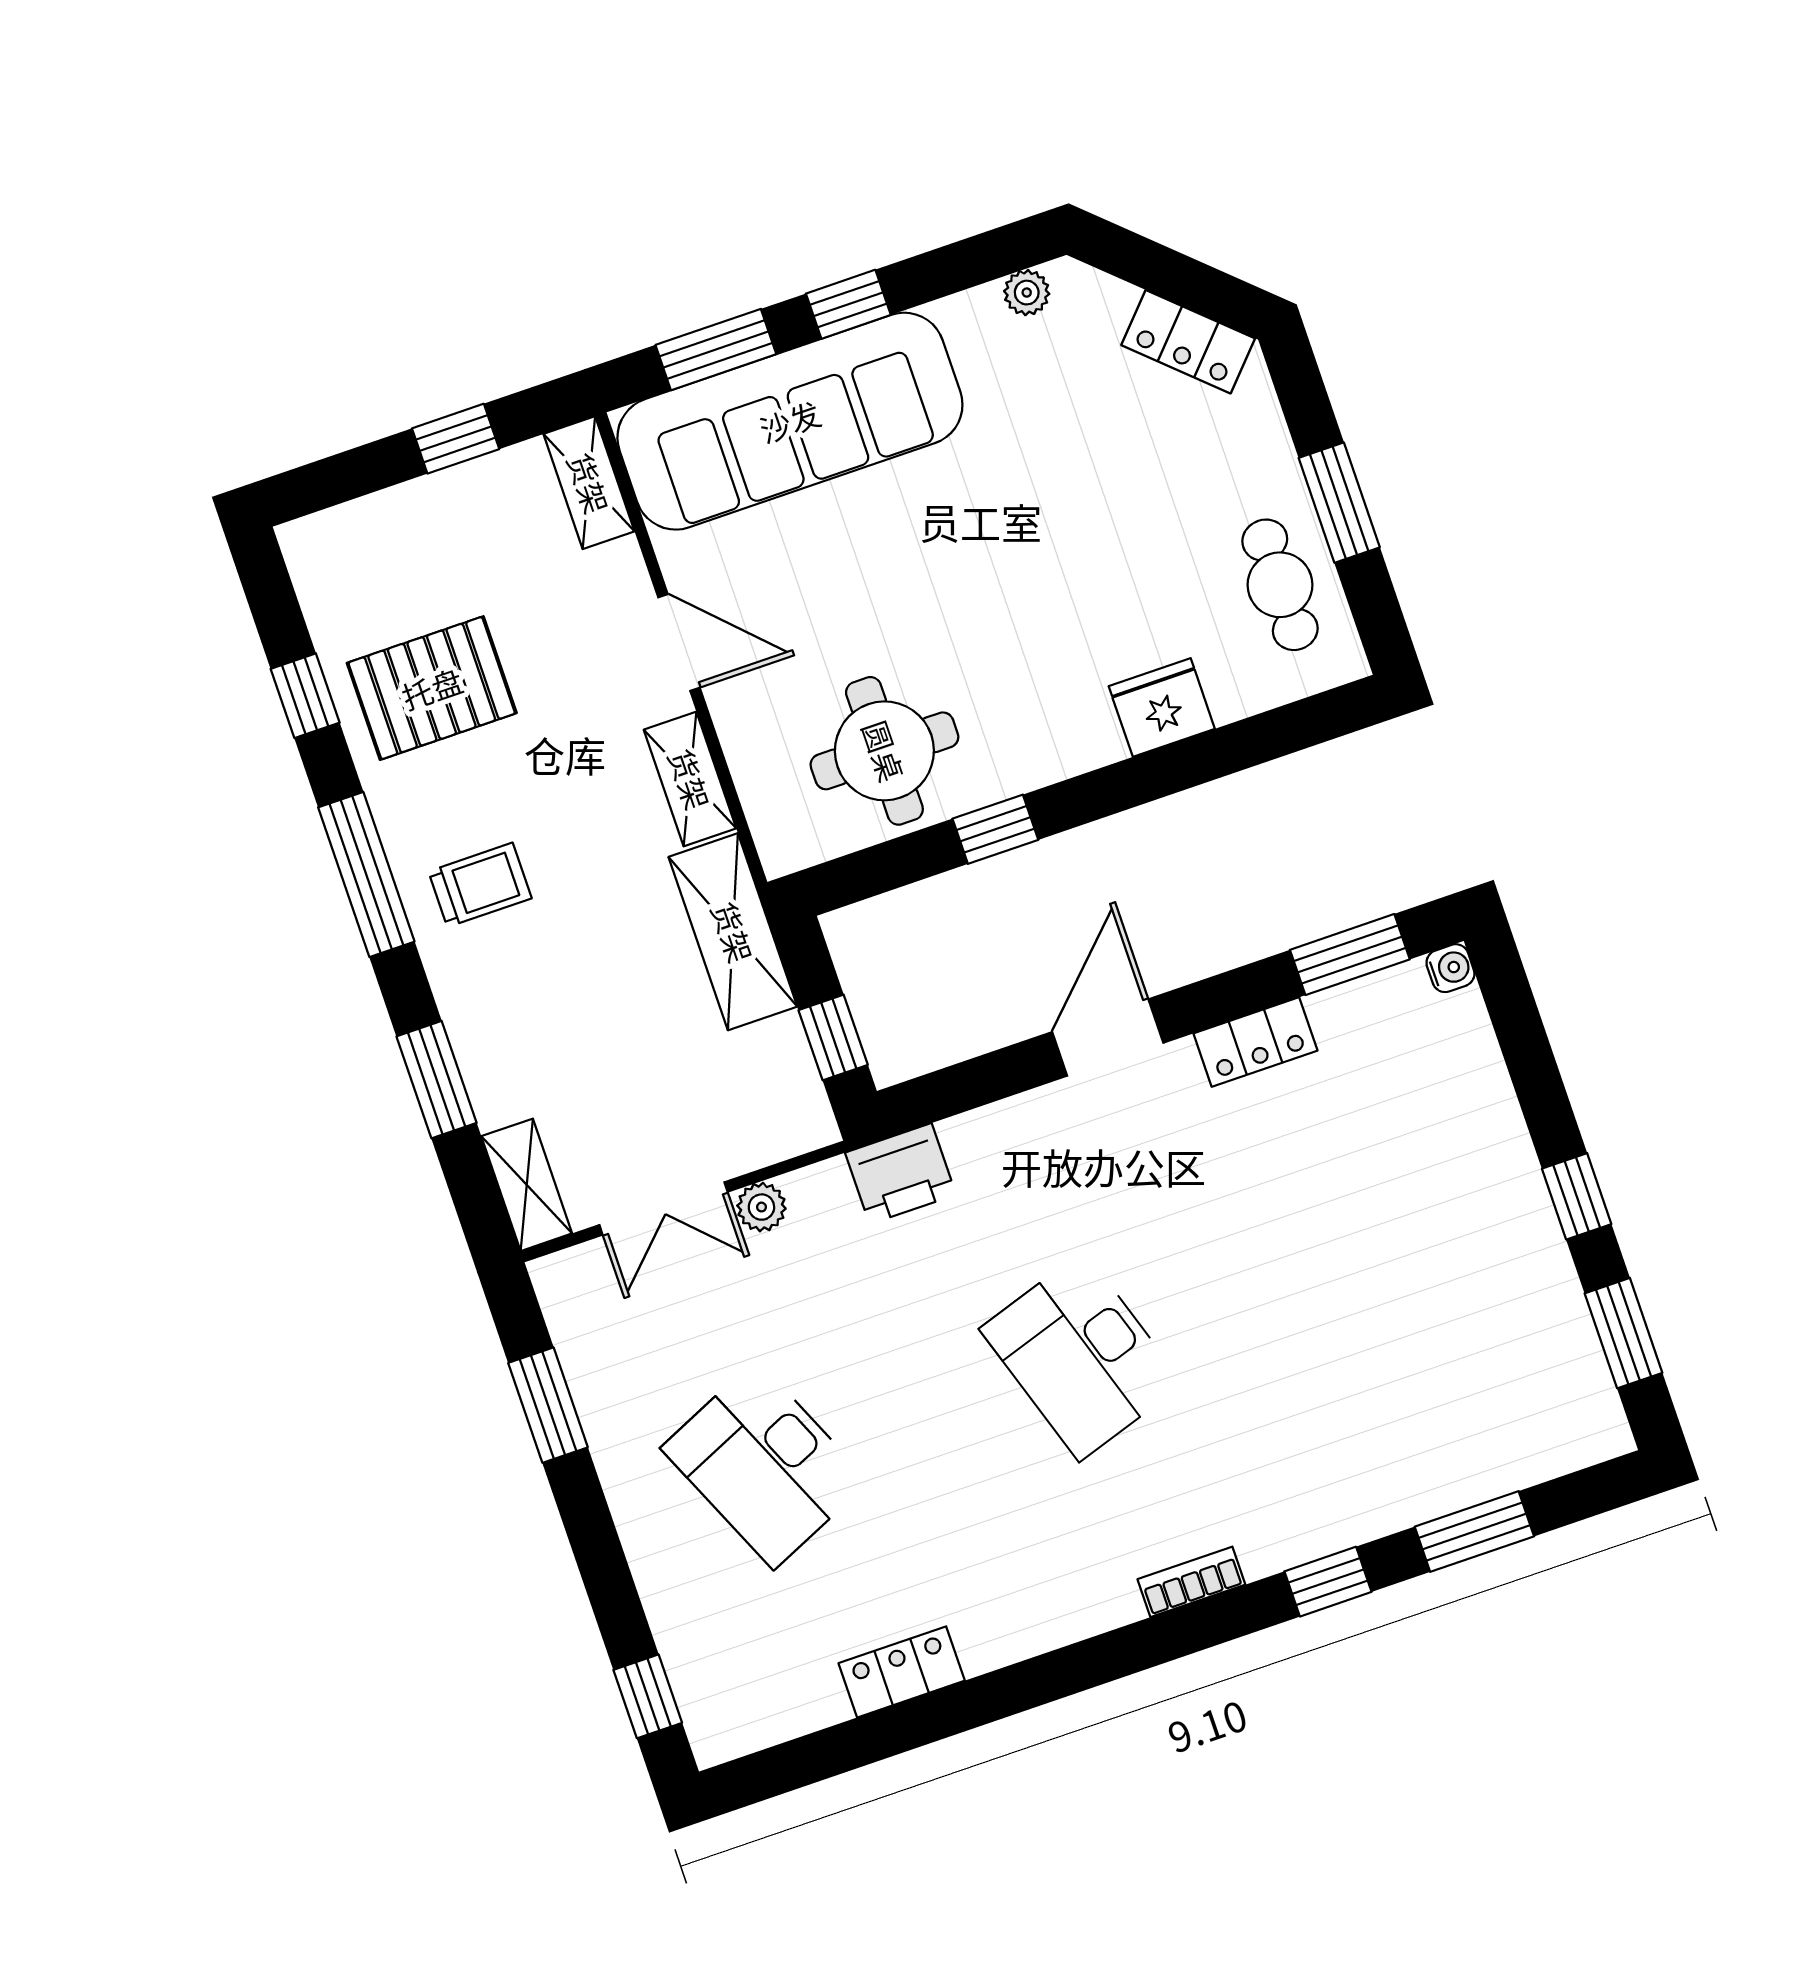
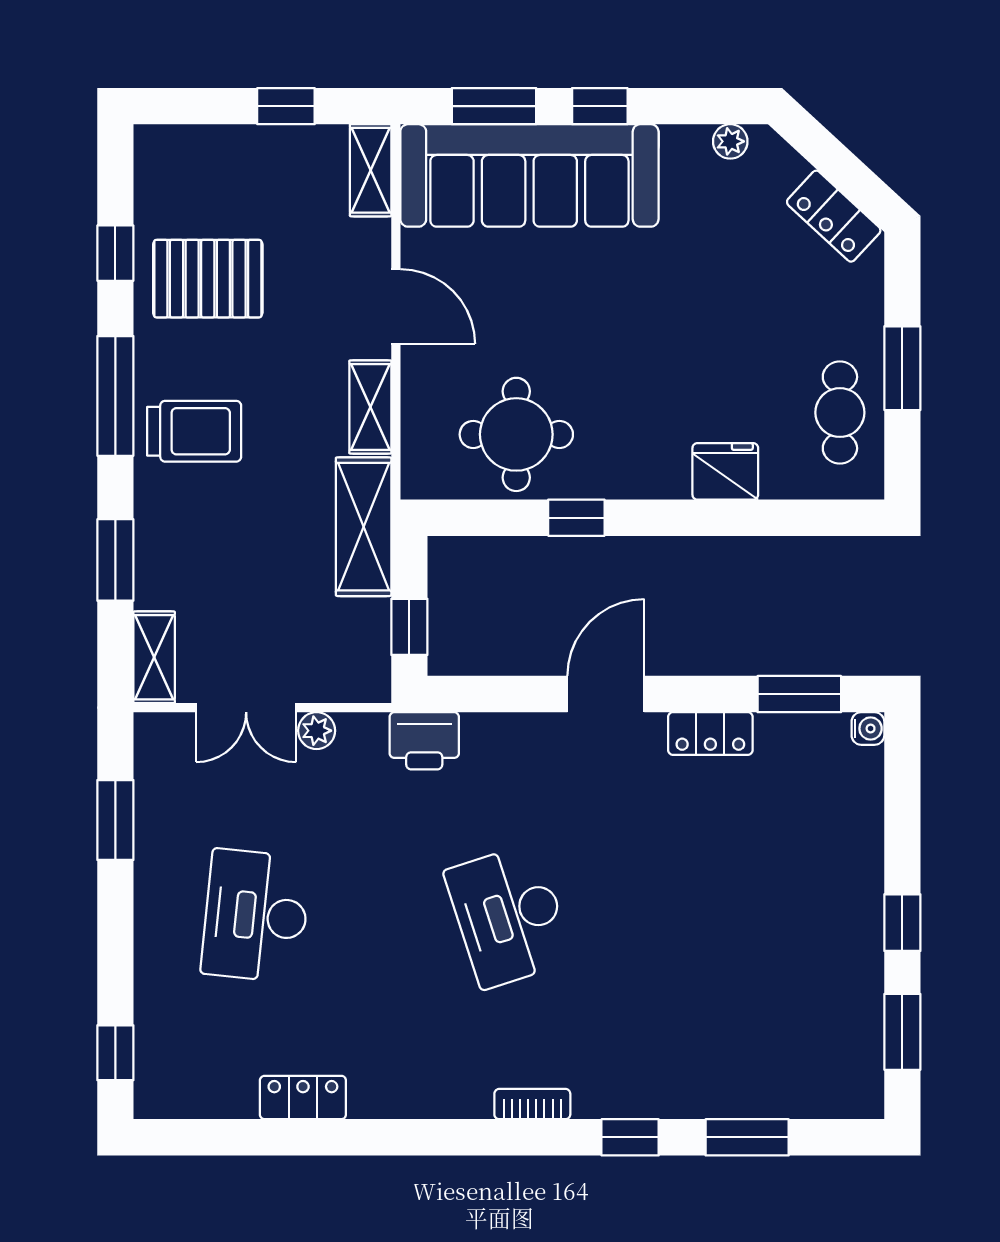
trolley: (480, 885) -> (194, 431), width x1.36, depth x1.39
desk: (765, 1465) -> (256, 916), turned 30

